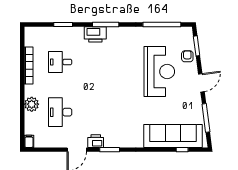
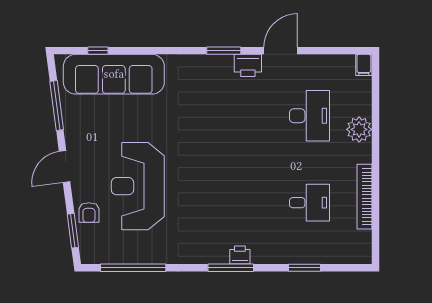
printer: (95, 34) -> (240, 255), width x0.53, depth x0.68

